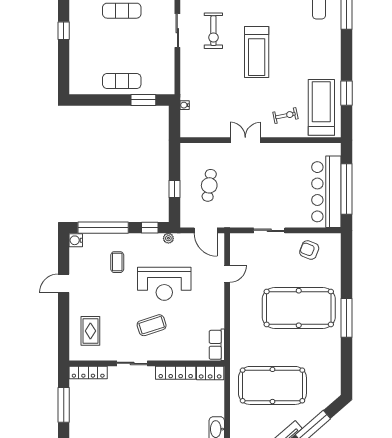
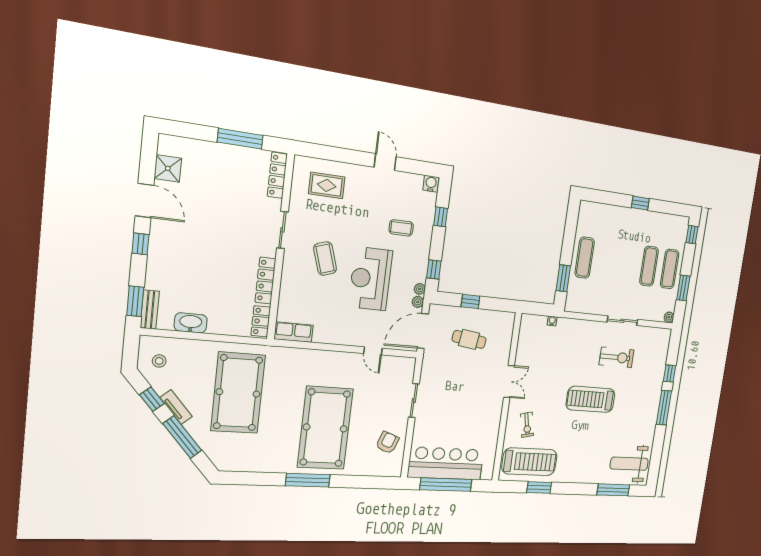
exercise bike: (213, 31) -> (617, 357), turned 180
window: (103, 228) -> (441, 217), width x0.32
door: (206, 230) -> (423, 331), width x1.36
plant: (180, 238) -> (418, 302), added

